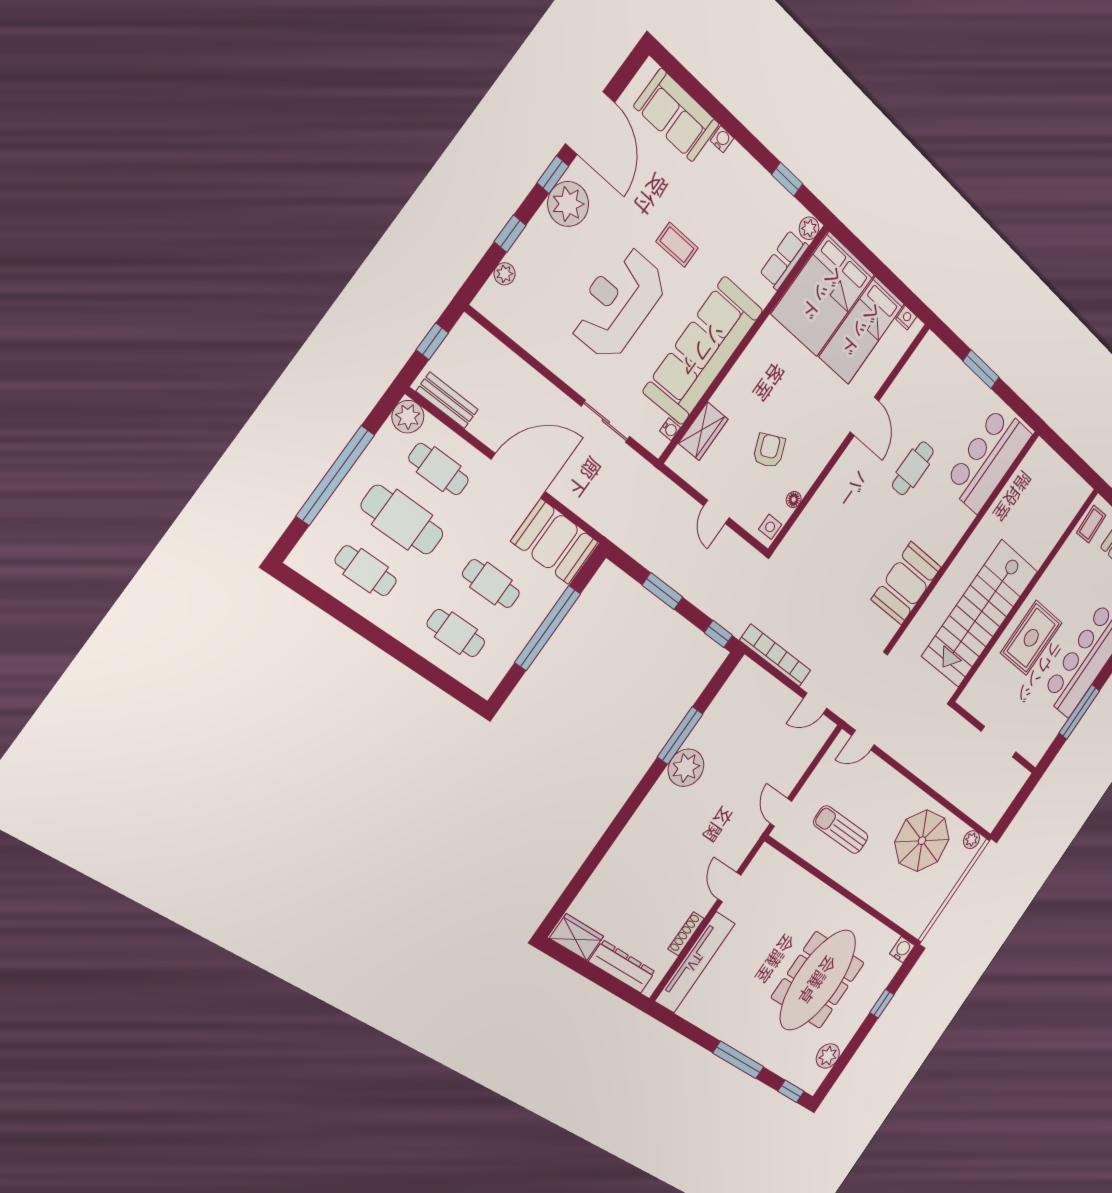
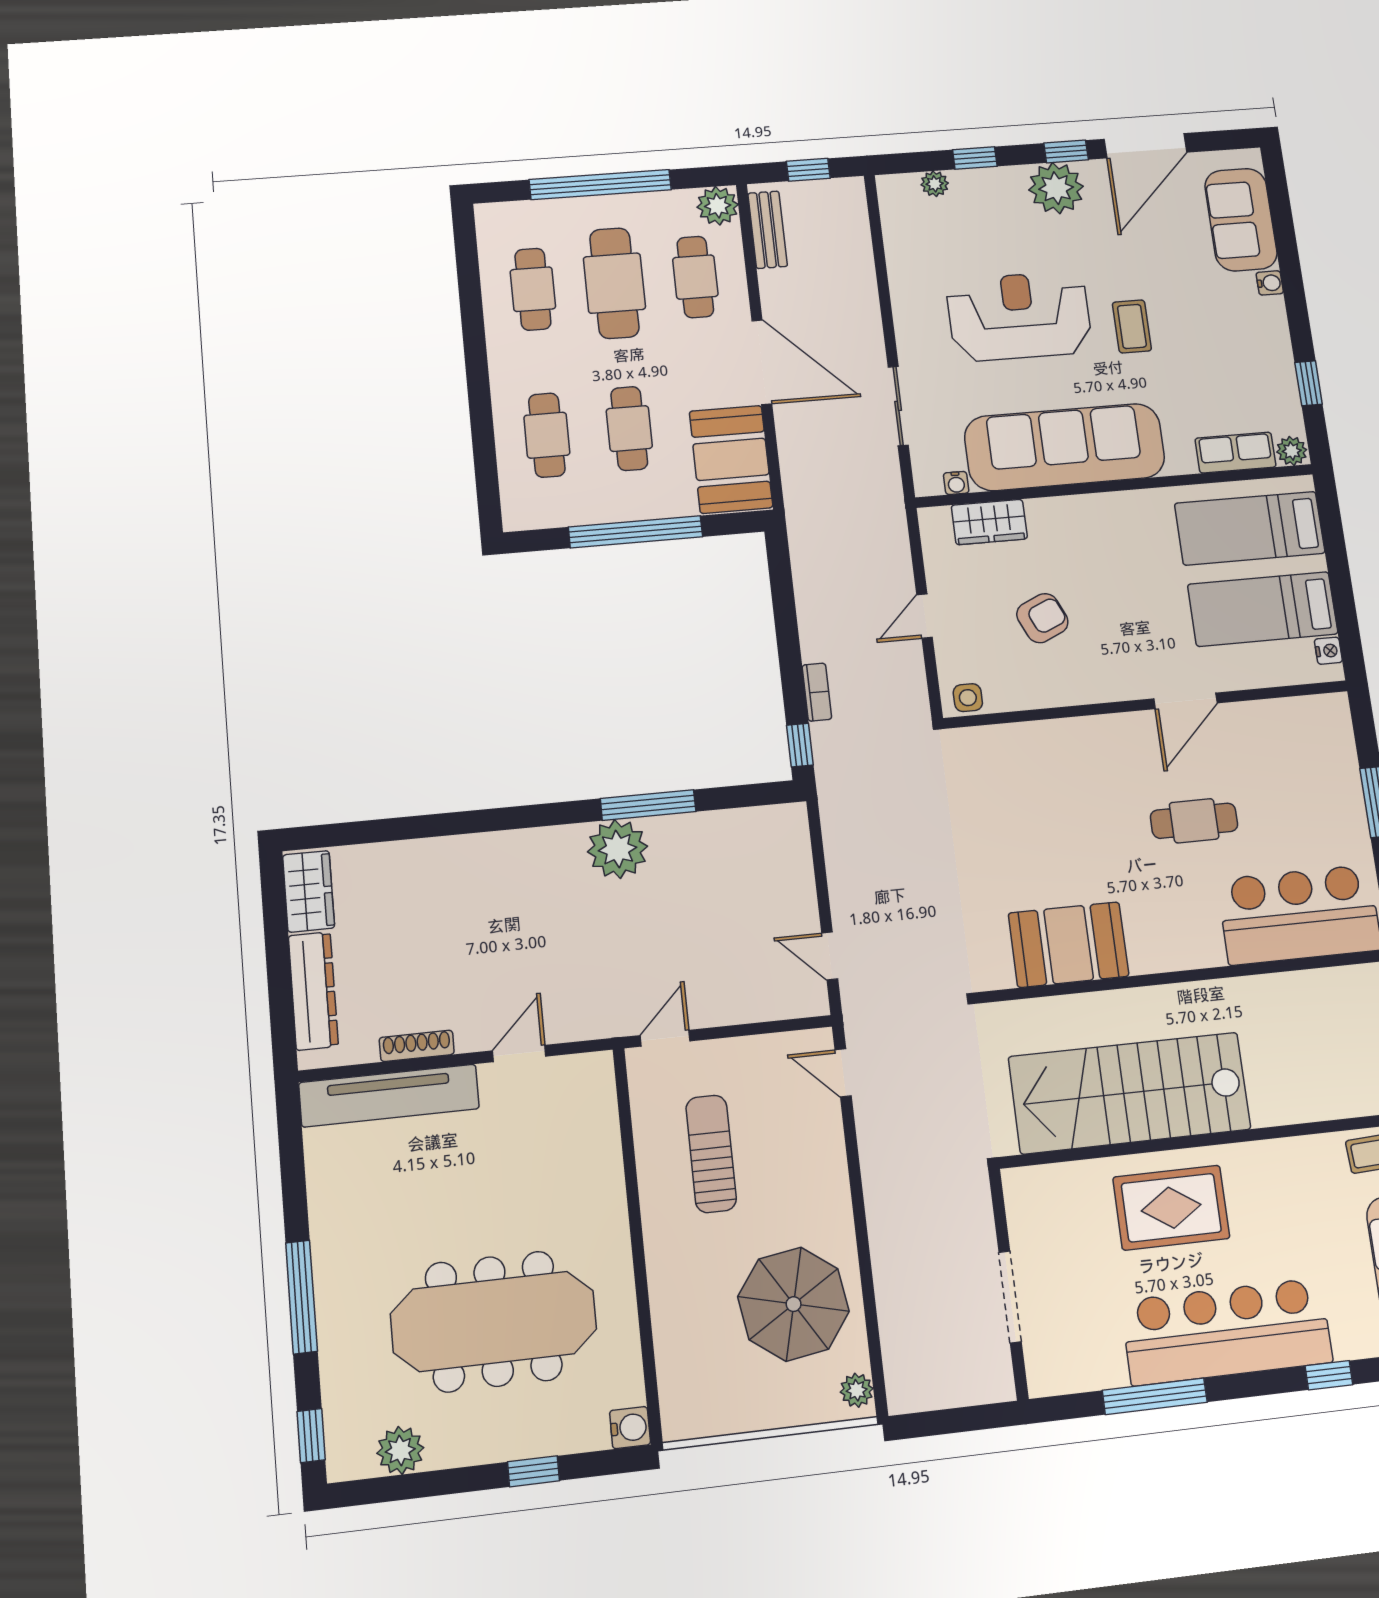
bed: (823, 294) -> (1250, 528), width x0.67
floor lamp: (794, 500) -> (1022, 699), removed
window: (662, 591) -> (787, 630), removed
bookcase: (775, 655) -> (817, 692), moved, width x0.43, depth x0.76

